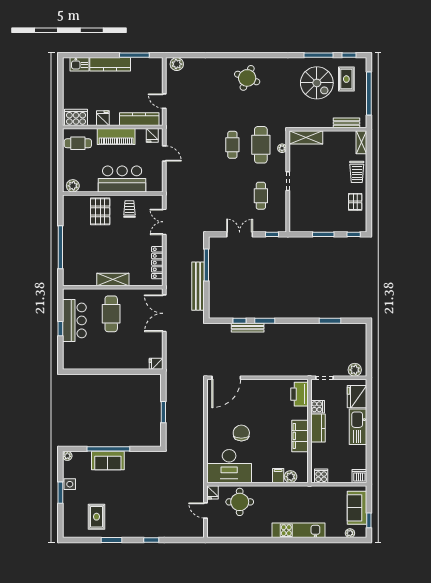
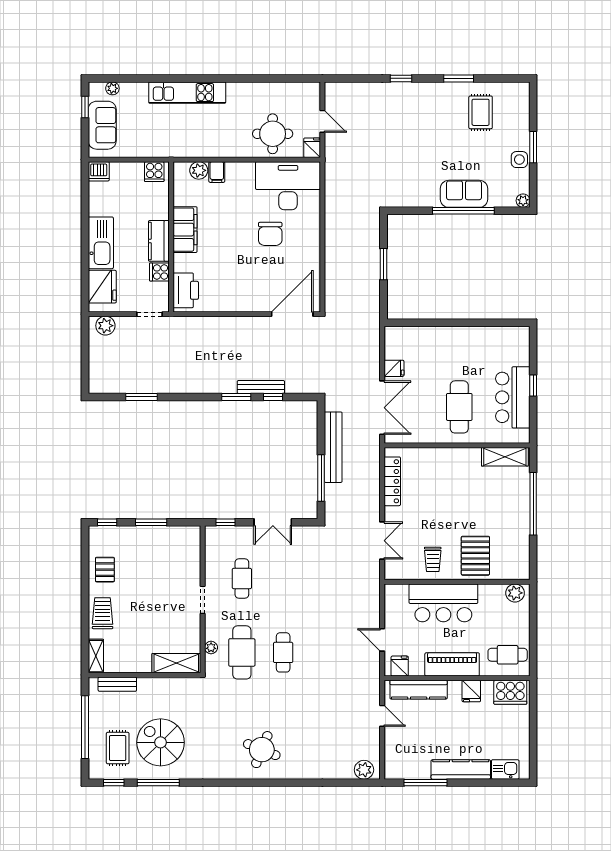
shelving: (113, 280) -> (505, 457), moved
fridge: (156, 364) -> (394, 368), moved

